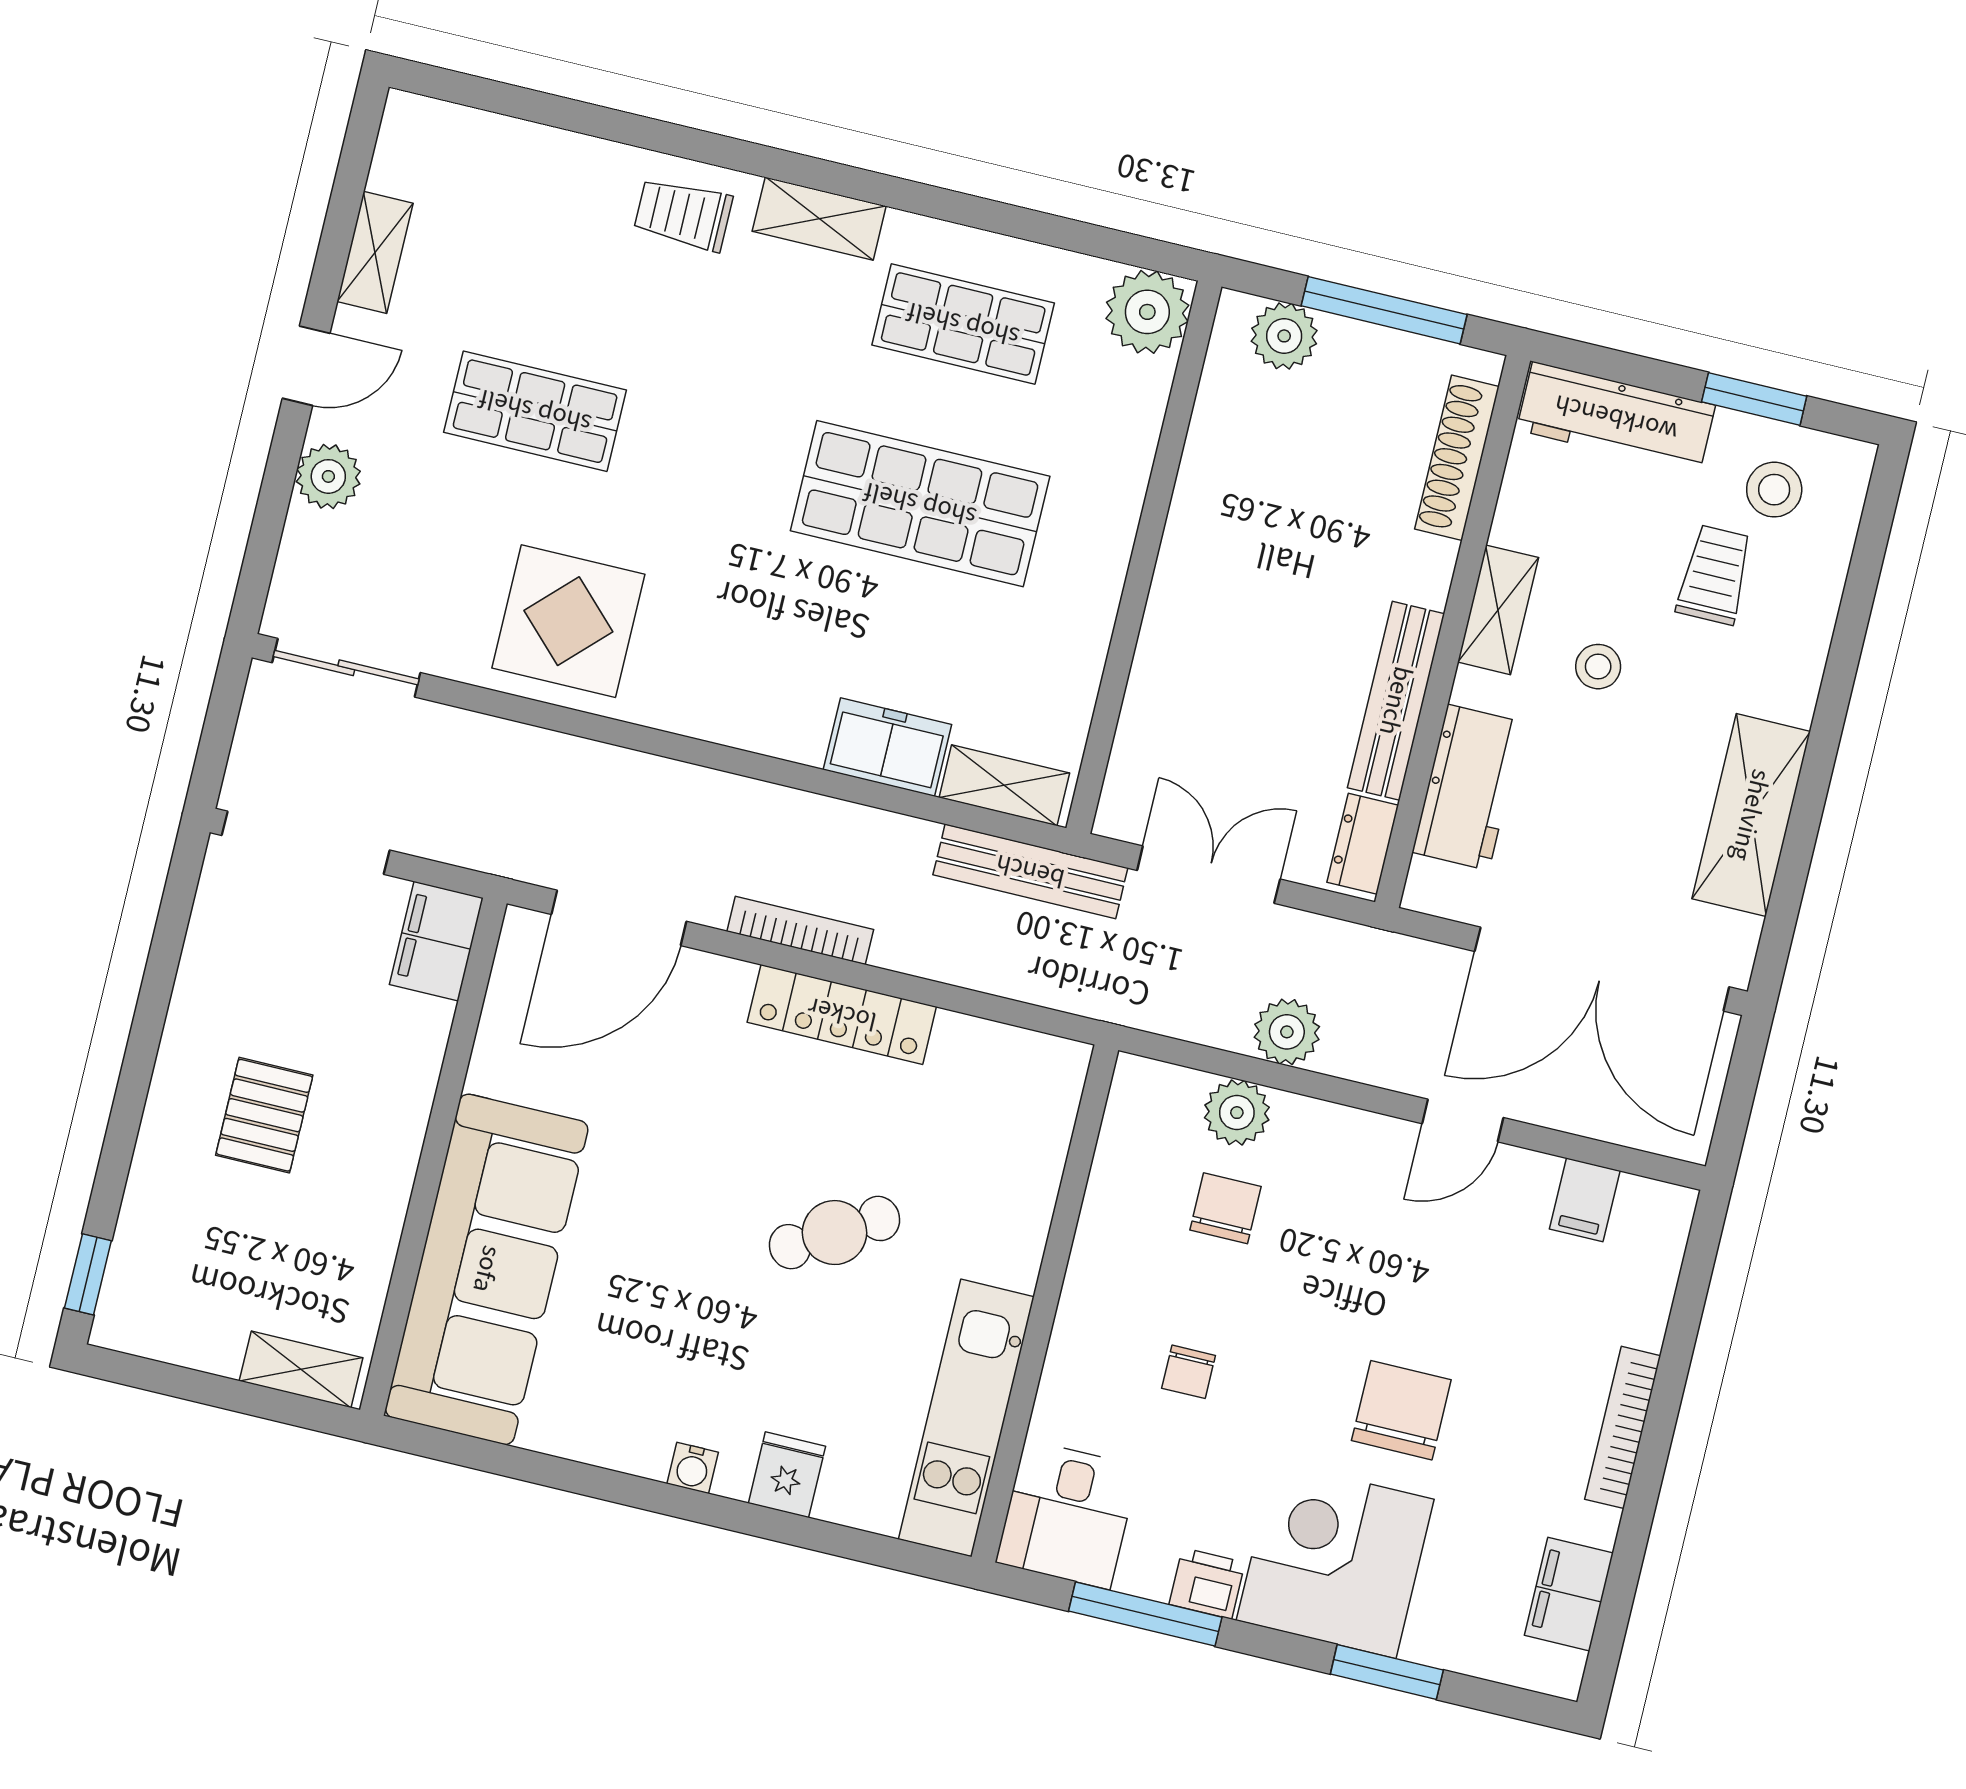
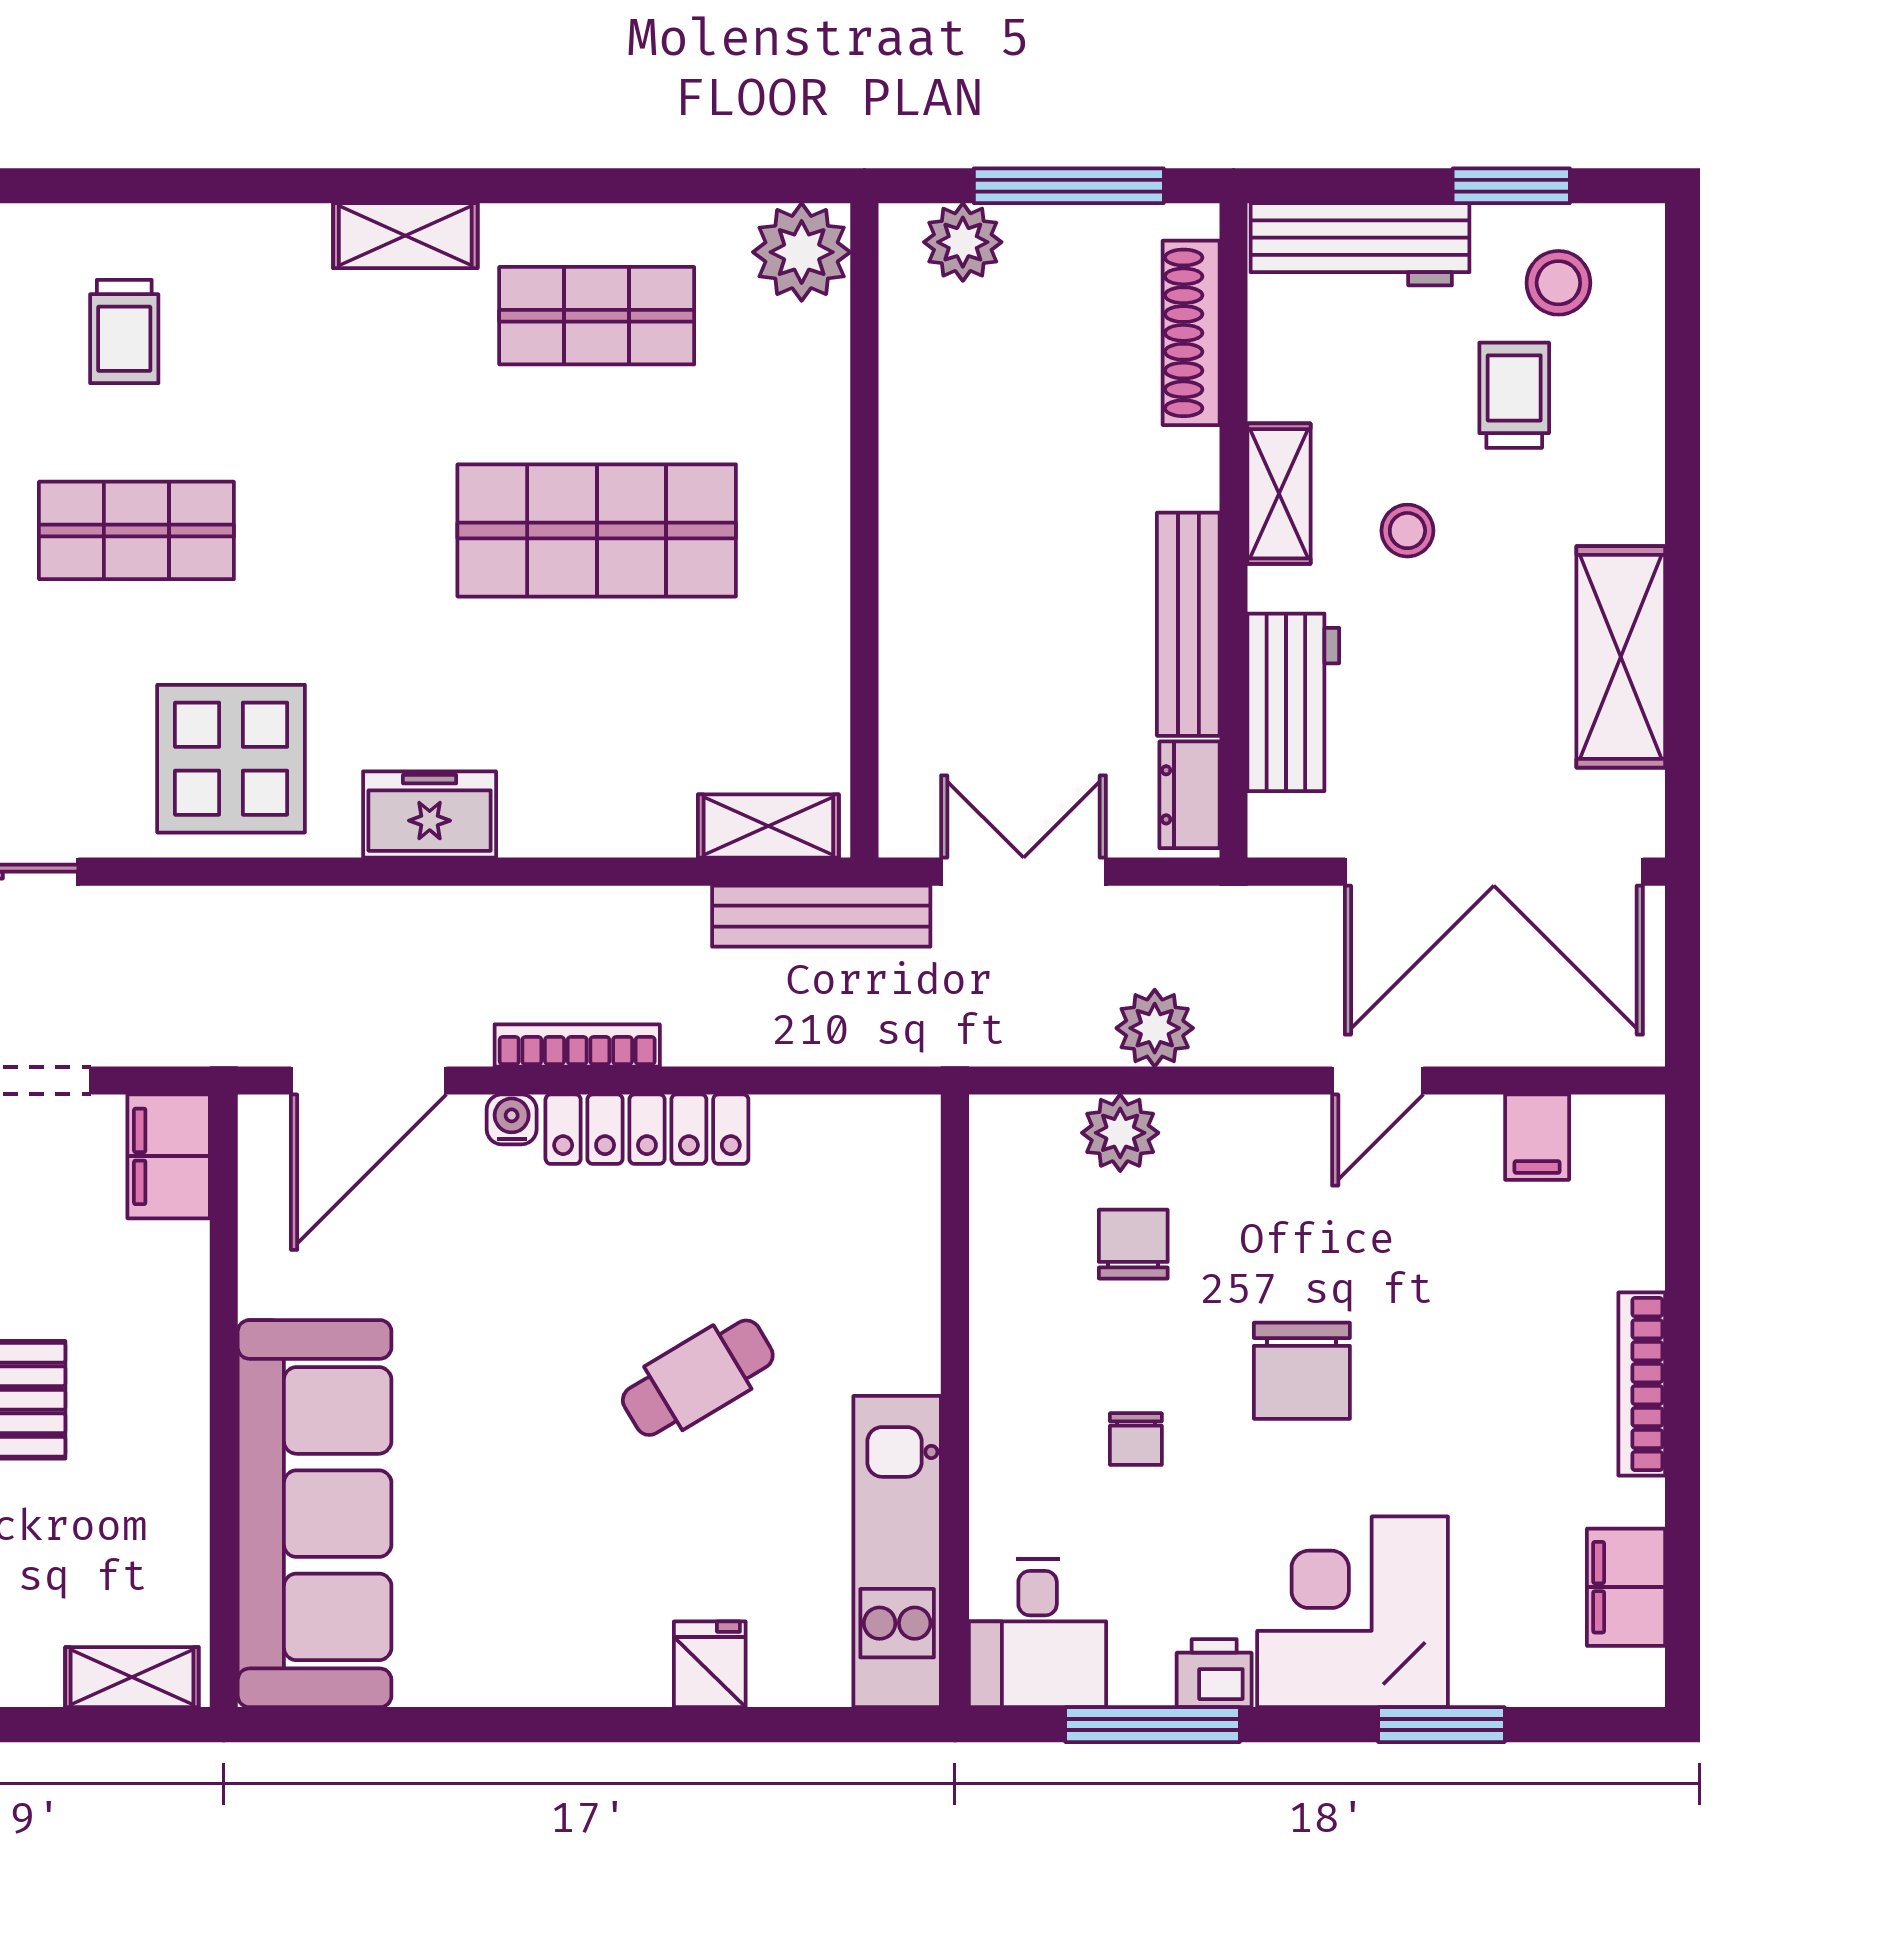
trolley: (683, 214) -> (124, 331), moved, turned -90
freezer: (887, 747) -> (430, 815), moved
chair: (1401, 1410) -> (1302, 1371), moved, turned 180
water cooler: (693, 1468) -> (512, 1119), moved, turned 180

